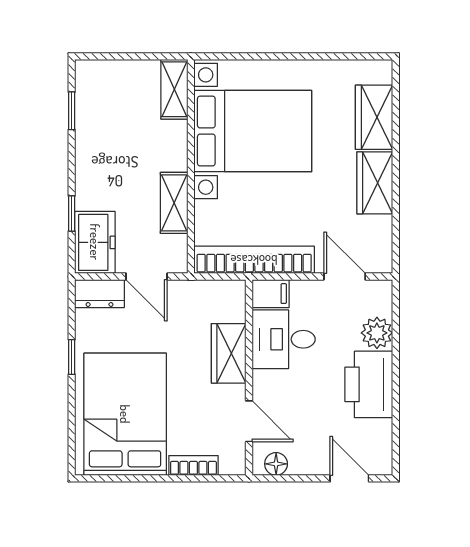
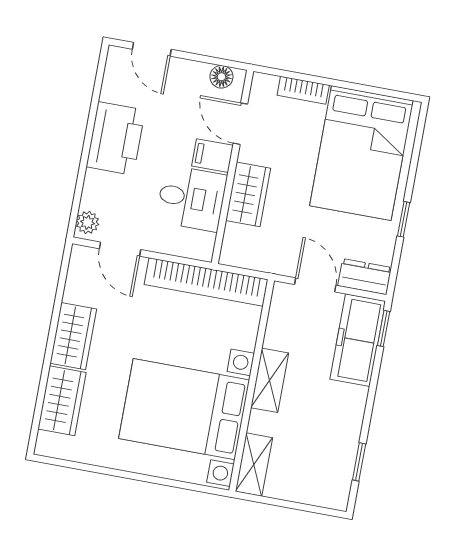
shelving: (174, 203) -> (270, 380), moved
window: (72, 214) -> (384, 328), moved
freezer: (95, 242) -> (358, 340), width x1.40
filing cabinet: (271, 294) -> (212, 156), moved
plant: (377, 333) -> (88, 222), moved, width x0.73, depth x0.73

